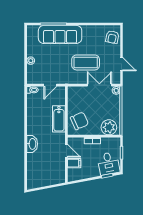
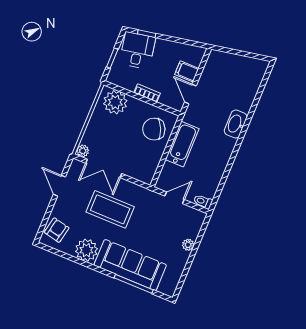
plant: (90, 32) -> (86, 250), added

